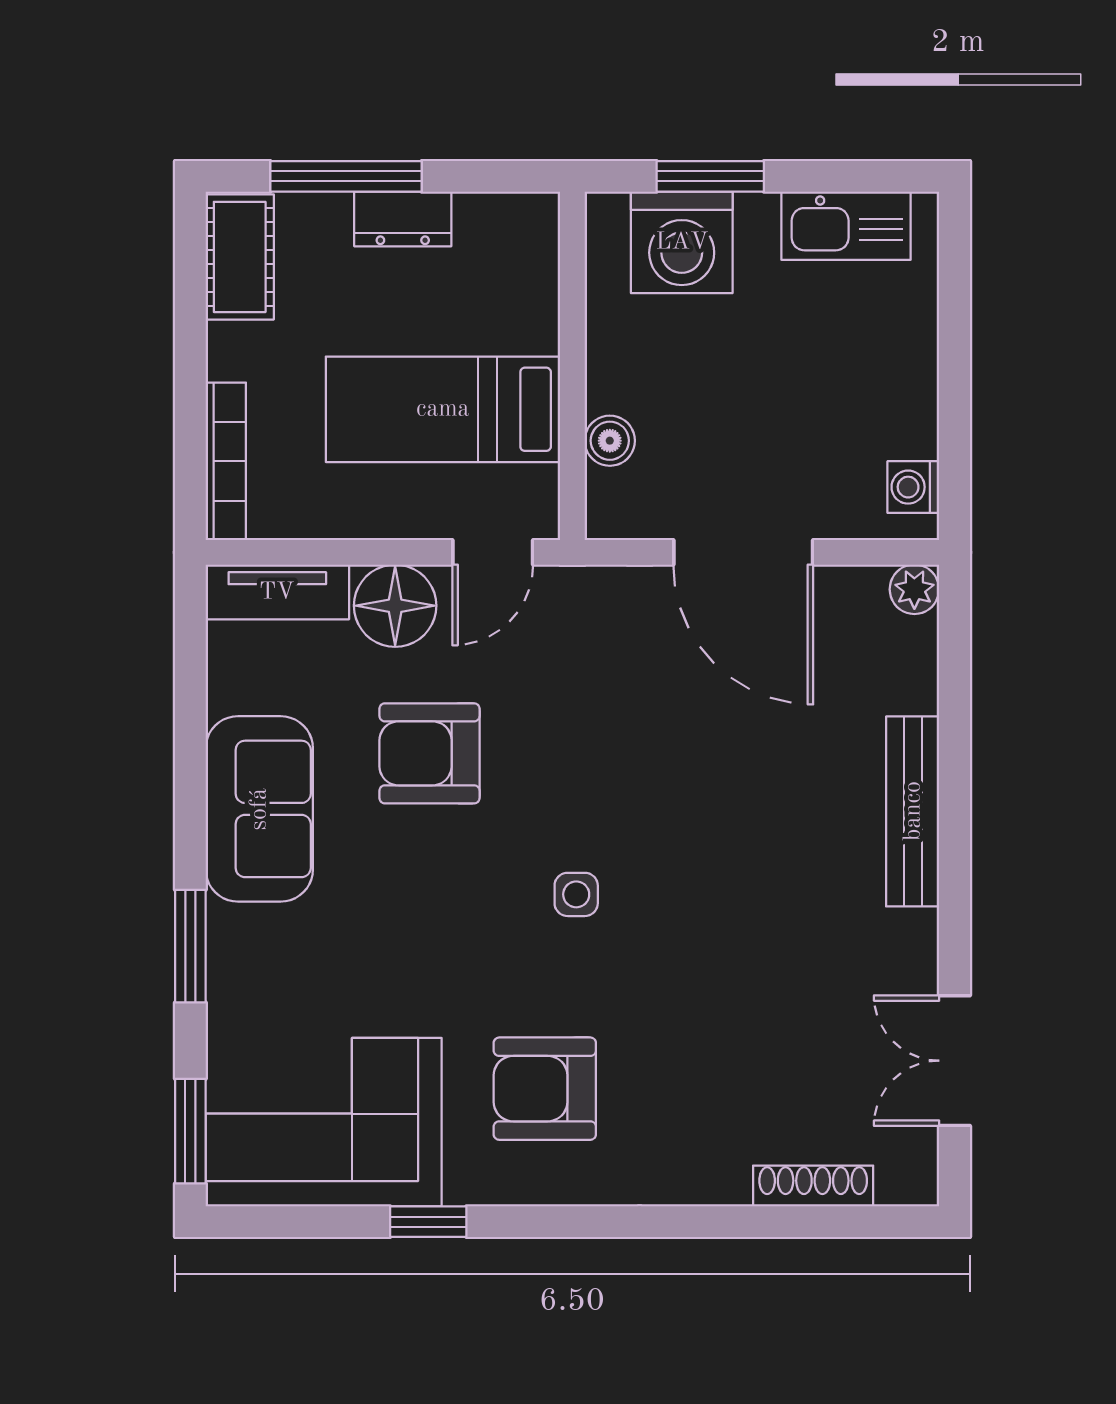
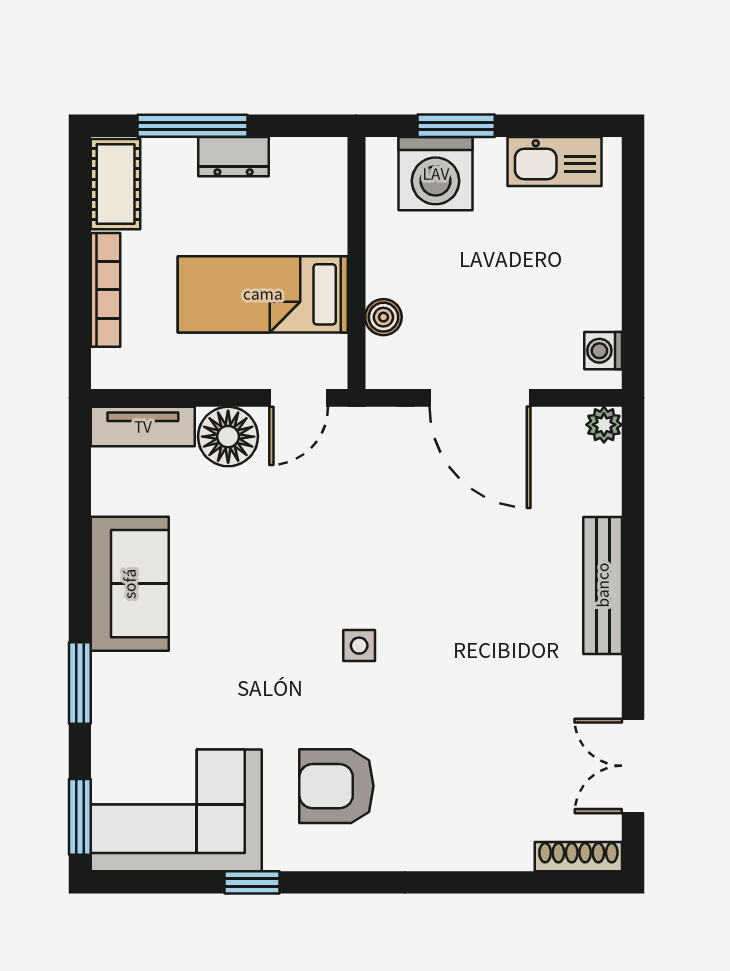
bookcase: (226, 461) -> (106, 290), moved
armchair: (429, 753) -> (253, 543), removed
shoe rack: (813, 1186) -> (578, 857), moved

